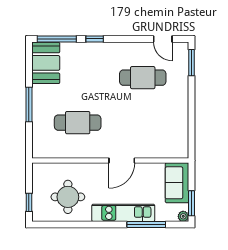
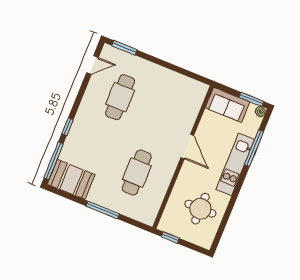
window: (29, 202) -> (170, 237), moved

